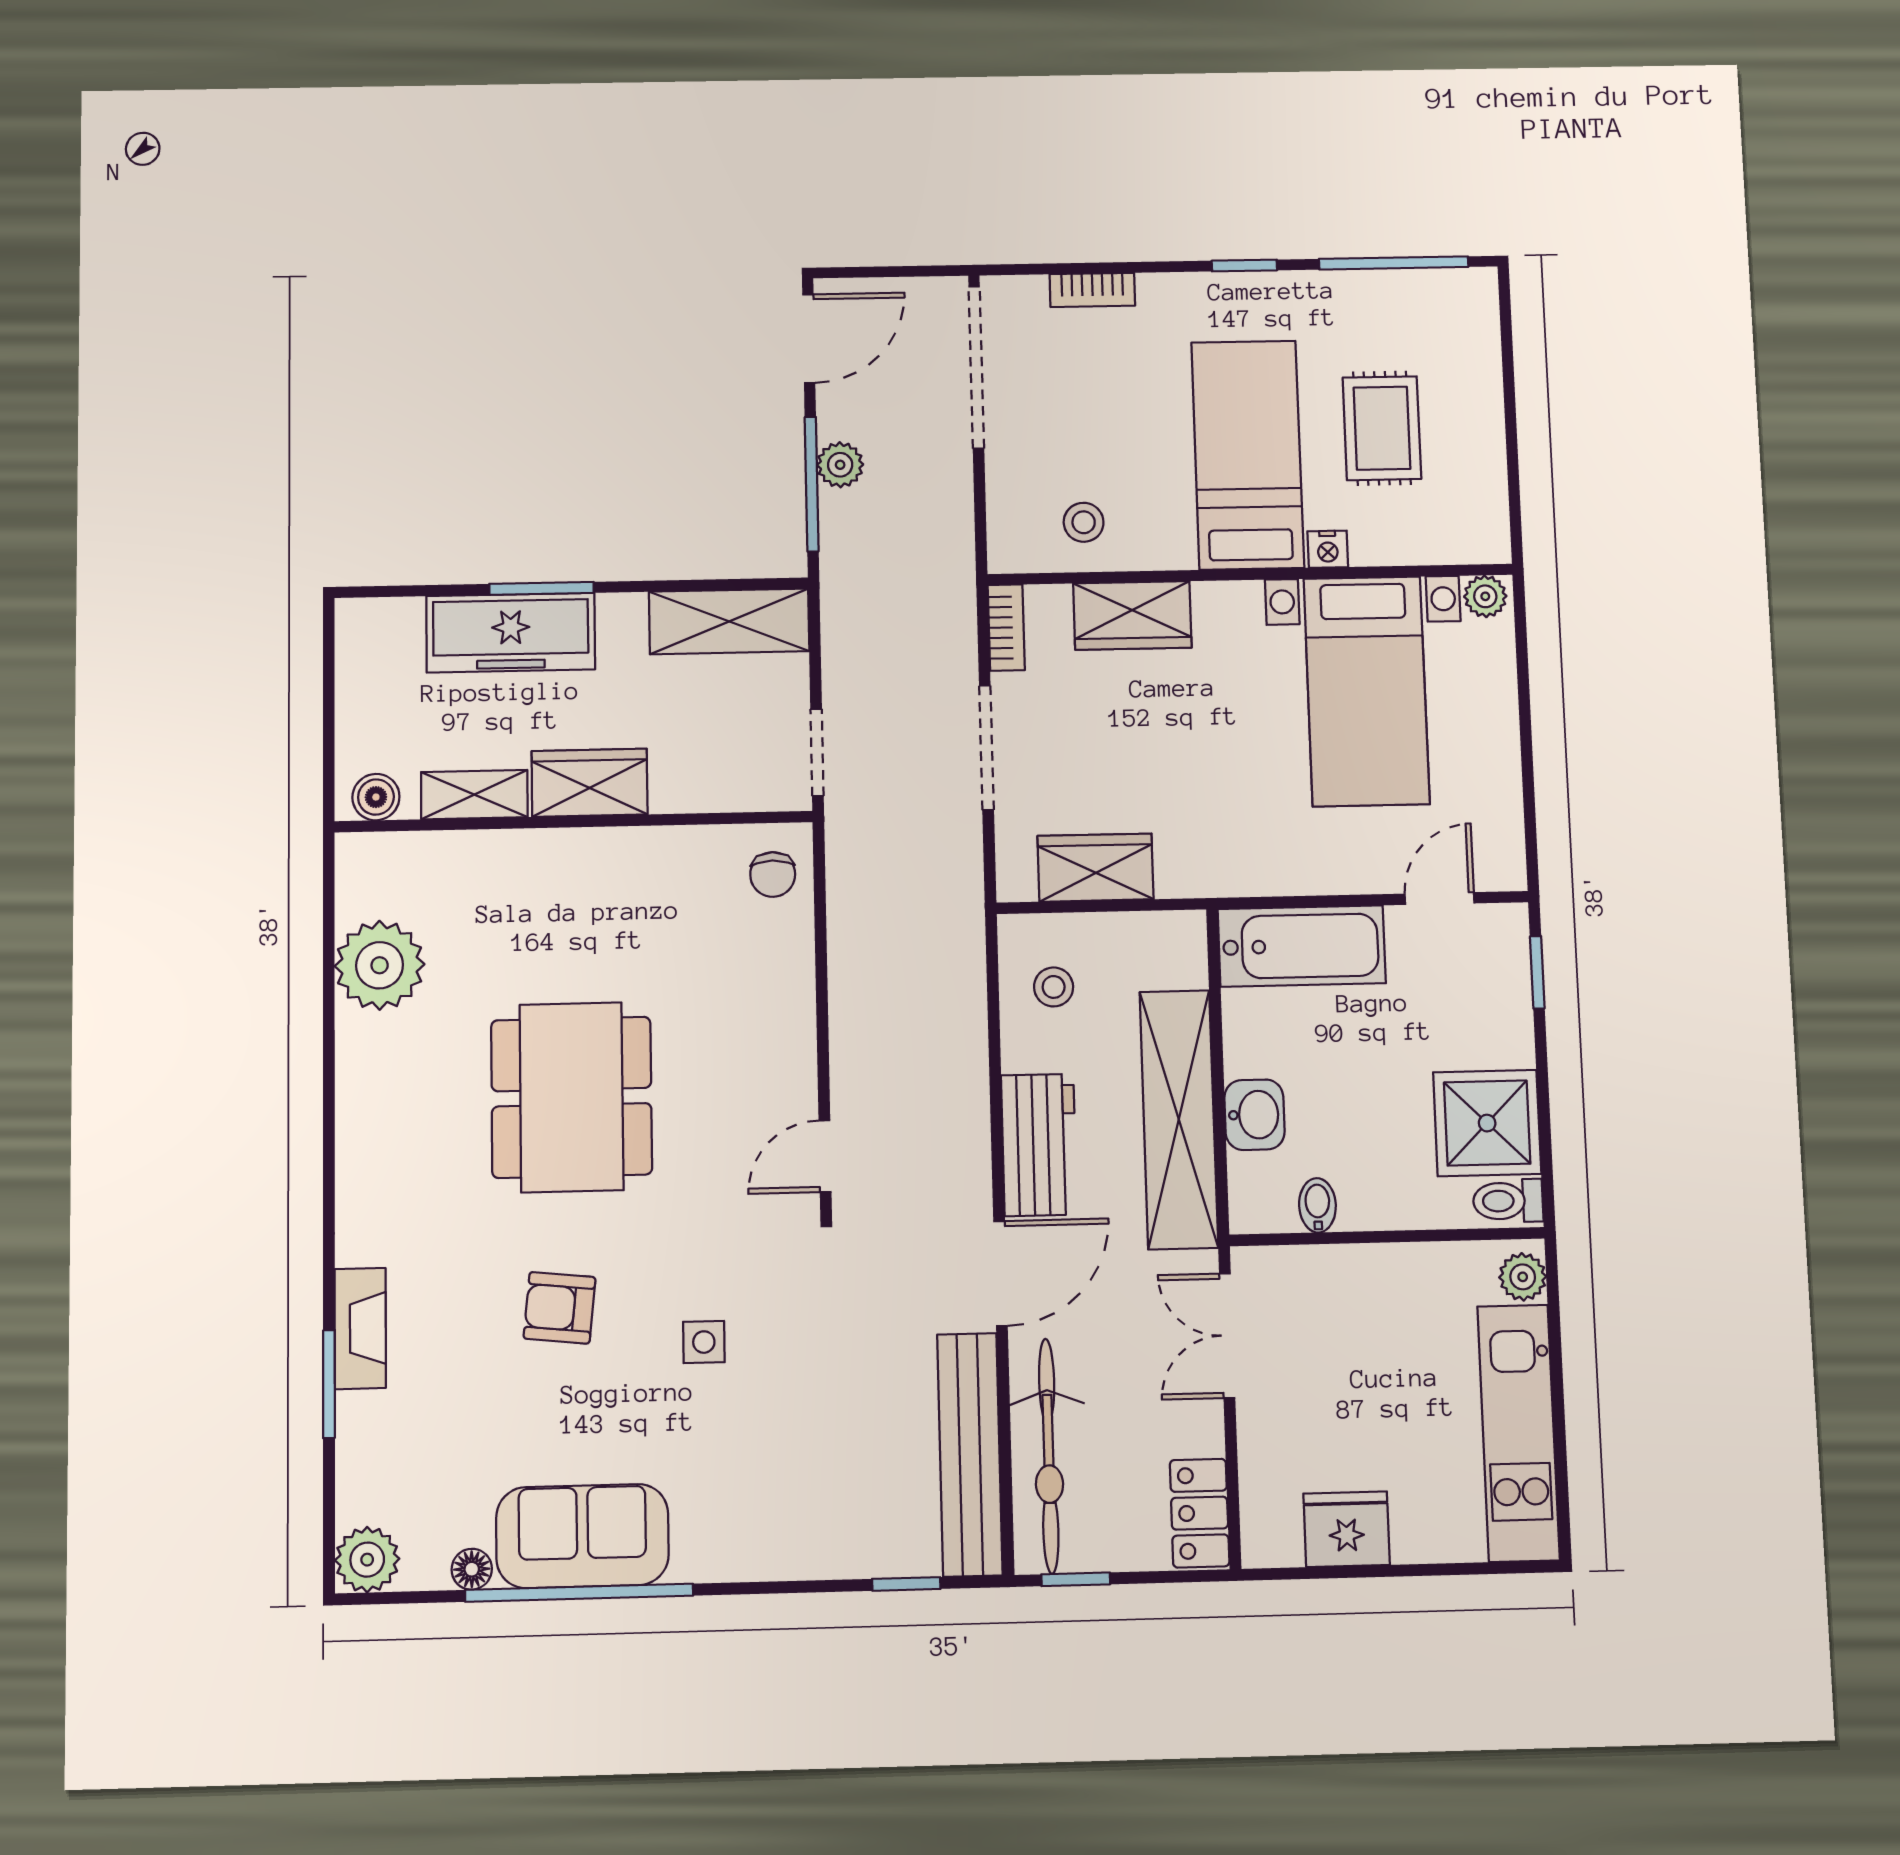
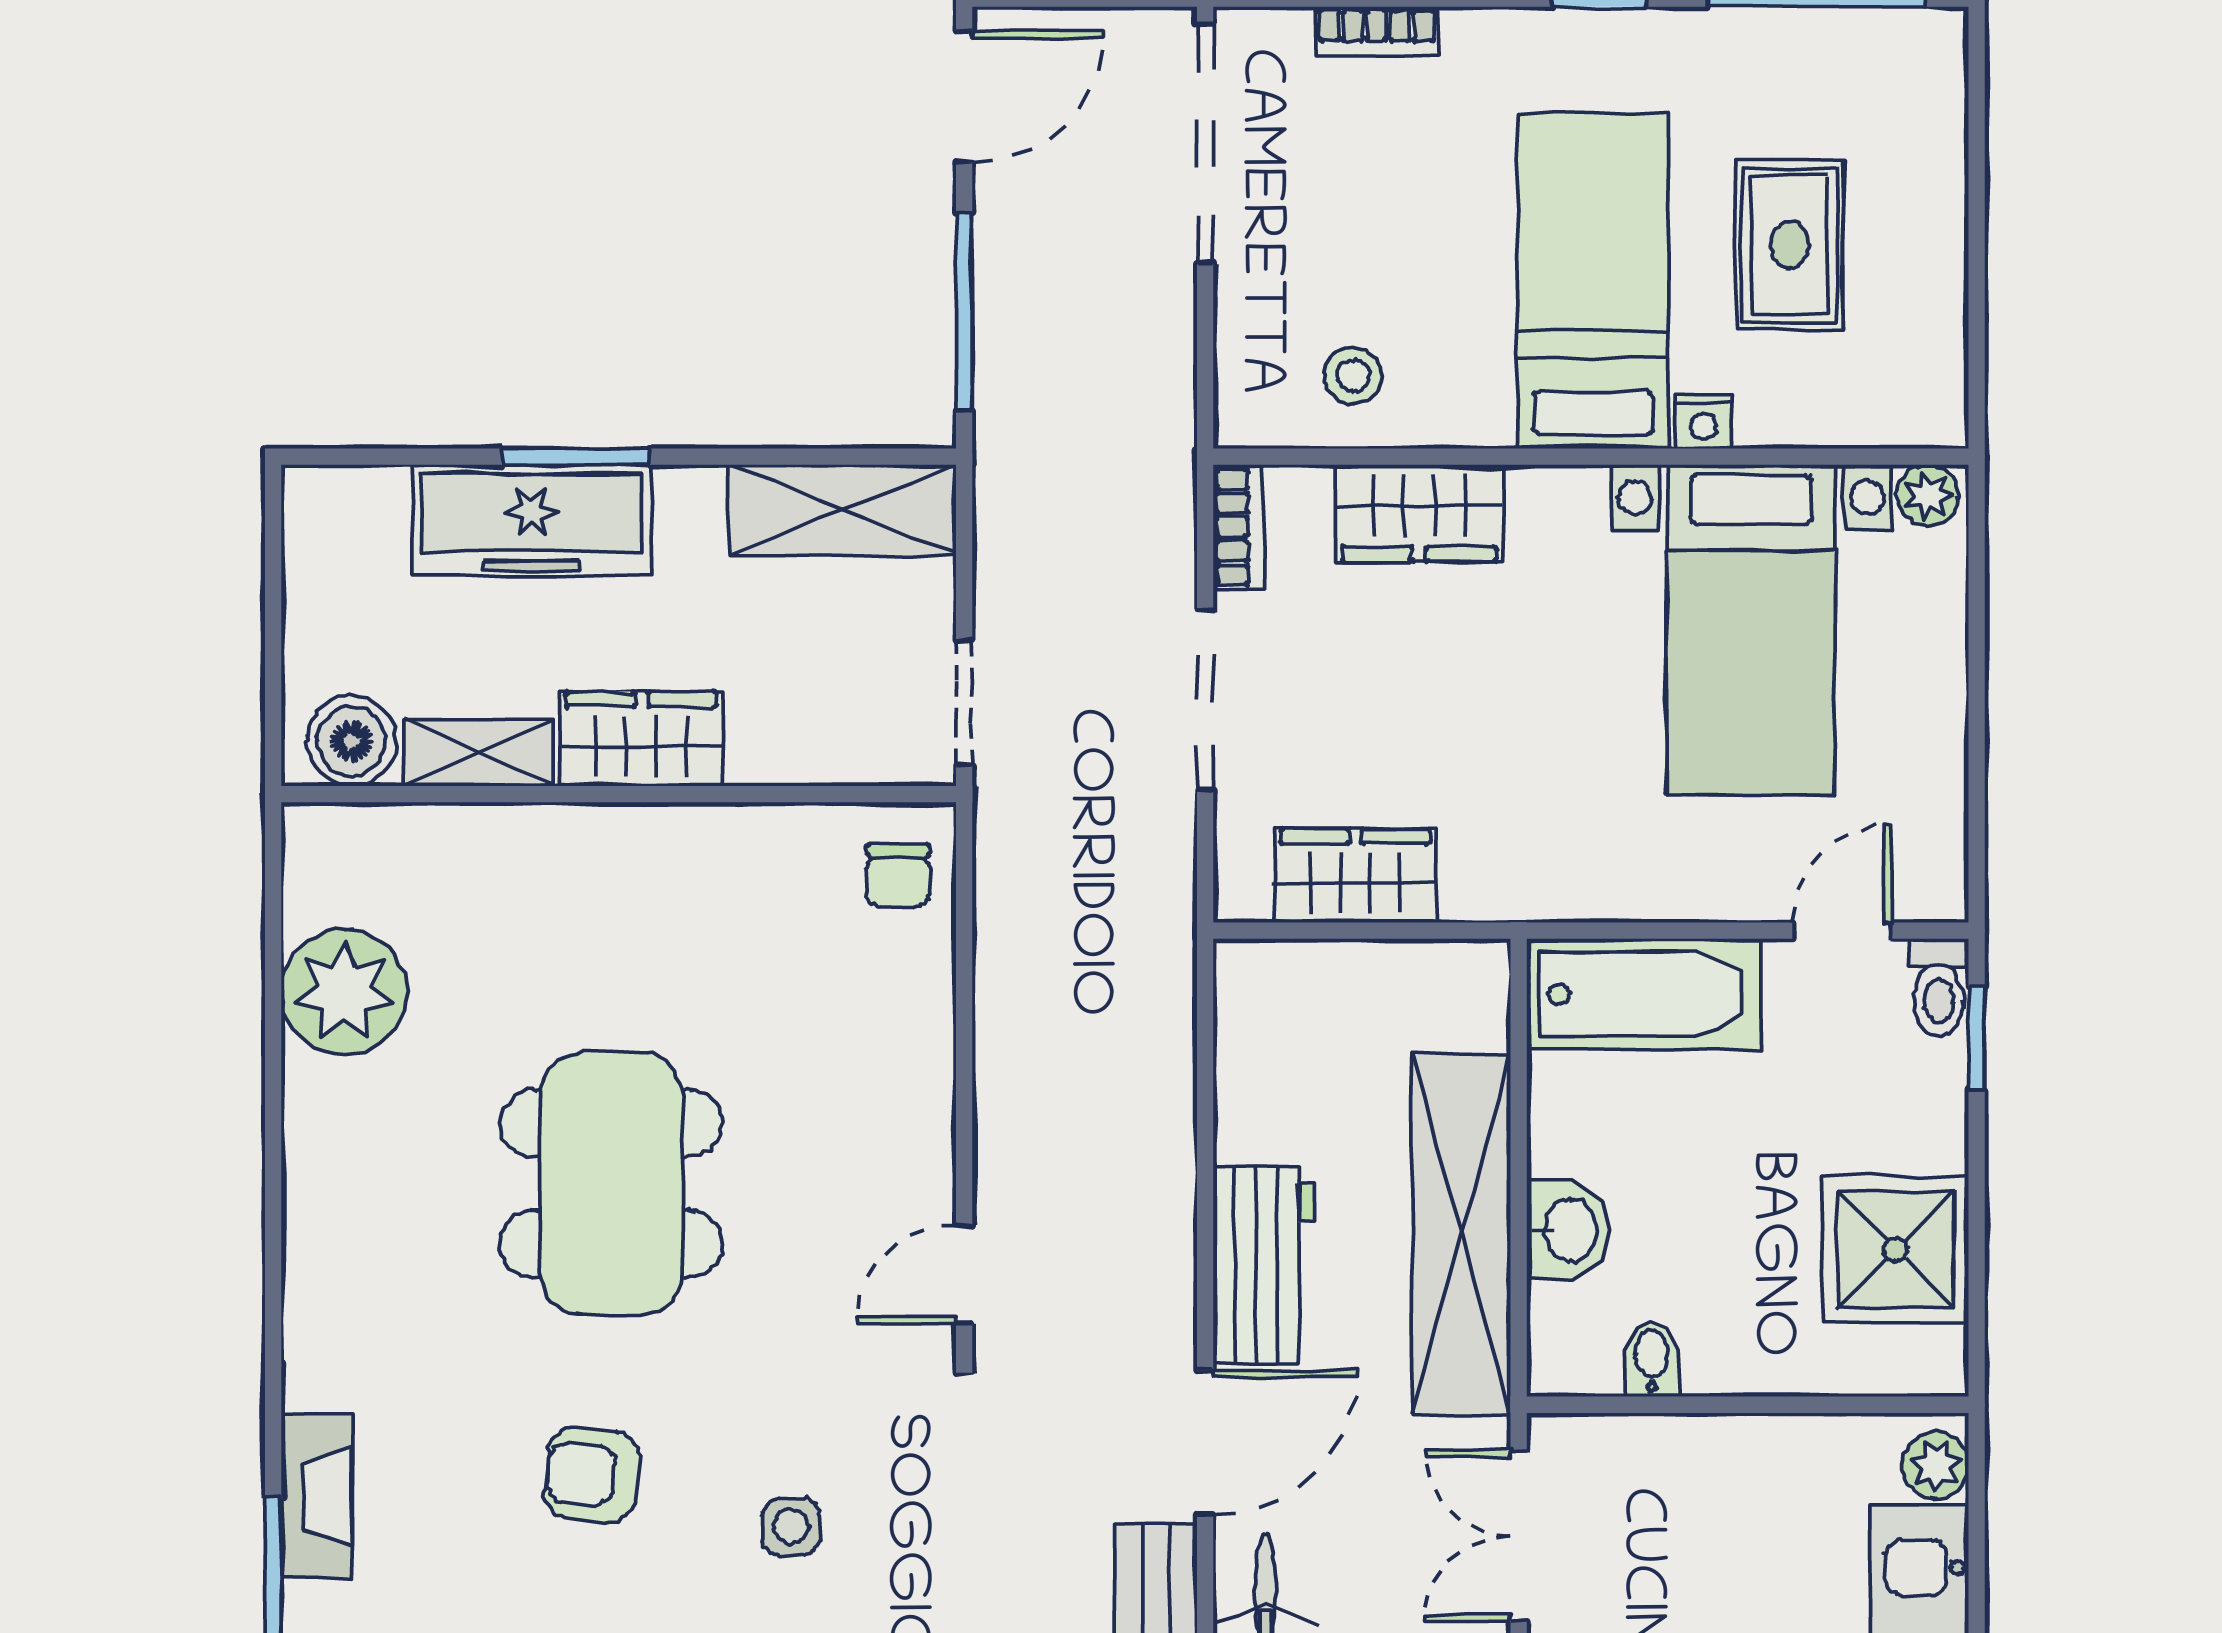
plant: (840, 465) -> (1006, 284), removed
boiler: (376, 797) -> (352, 741), width x1.36, depth x1.36
stool: (1054, 987) -> (1291, 1044), removed
toilet: (1508, 1201) -> (1939, 988), moved, turned -90

